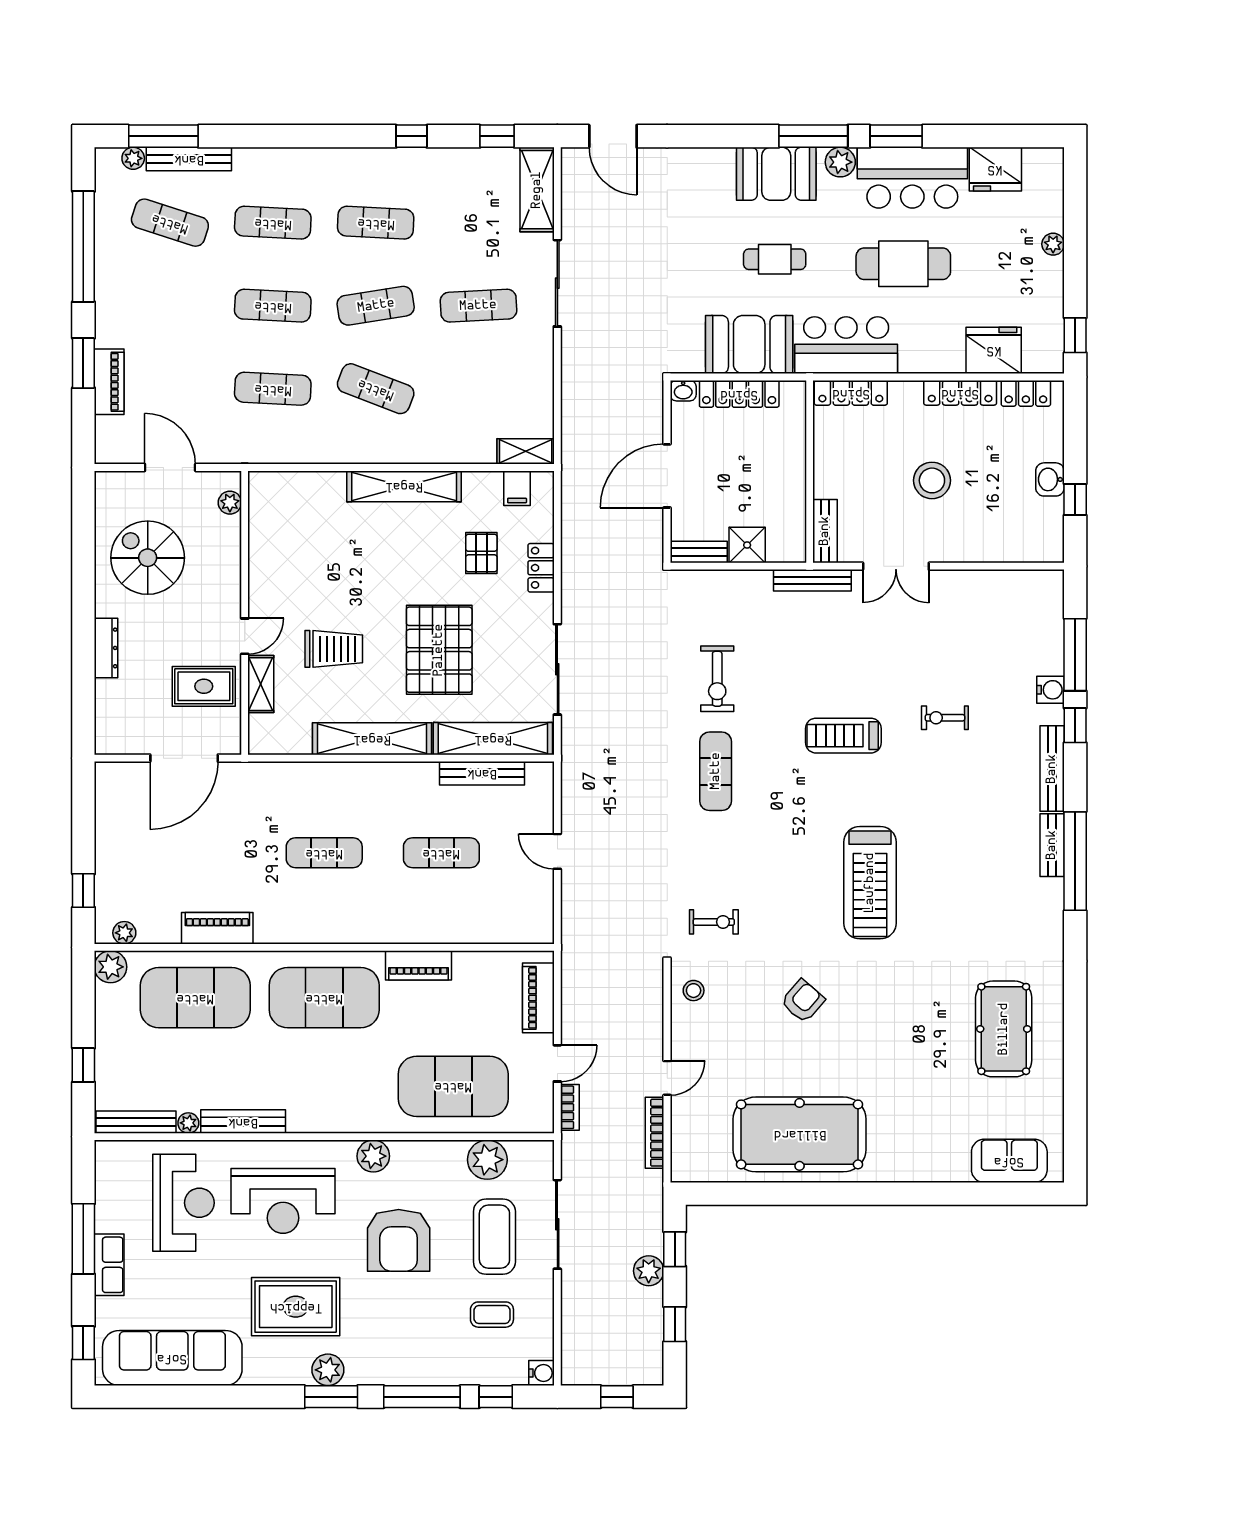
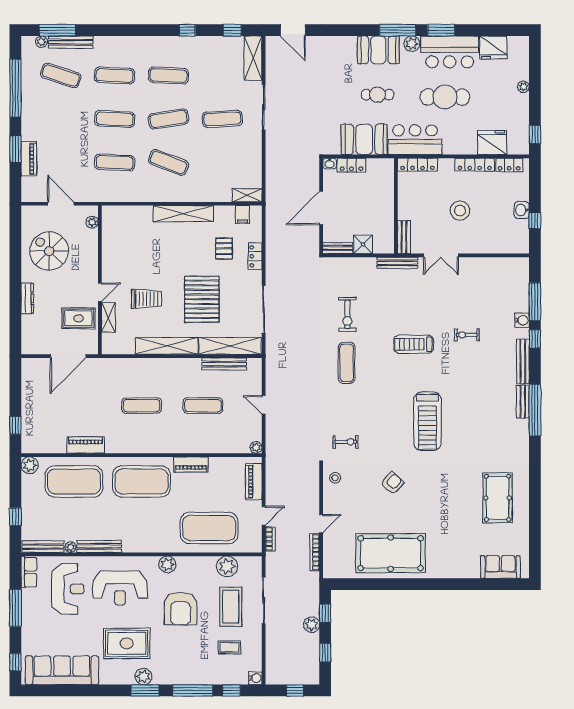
locker: (739, 394) -> (352, 165), width x0.66
plant: (124, 933) -> (256, 447), moved
row of seats: (109, 1265) -> (29, 572), moved

